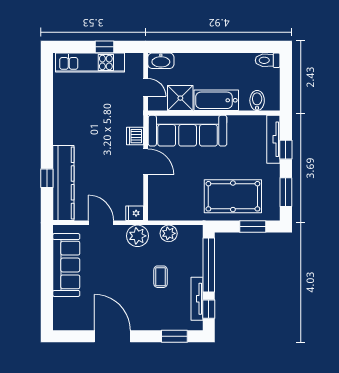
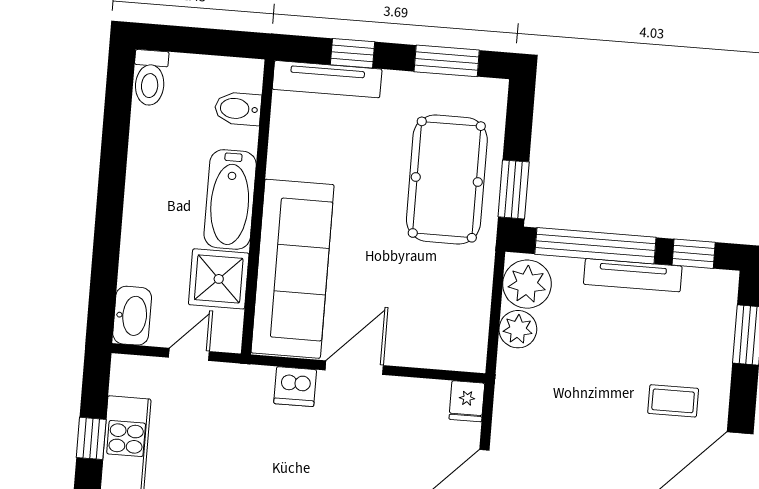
window: (253, 226) -> (514, 189), moved
plant: (137, 236) -> (527, 284), moved
coffee table: (161, 277) -> (673, 401), moved
tv unit: (197, 299) -> (633, 275), moved

